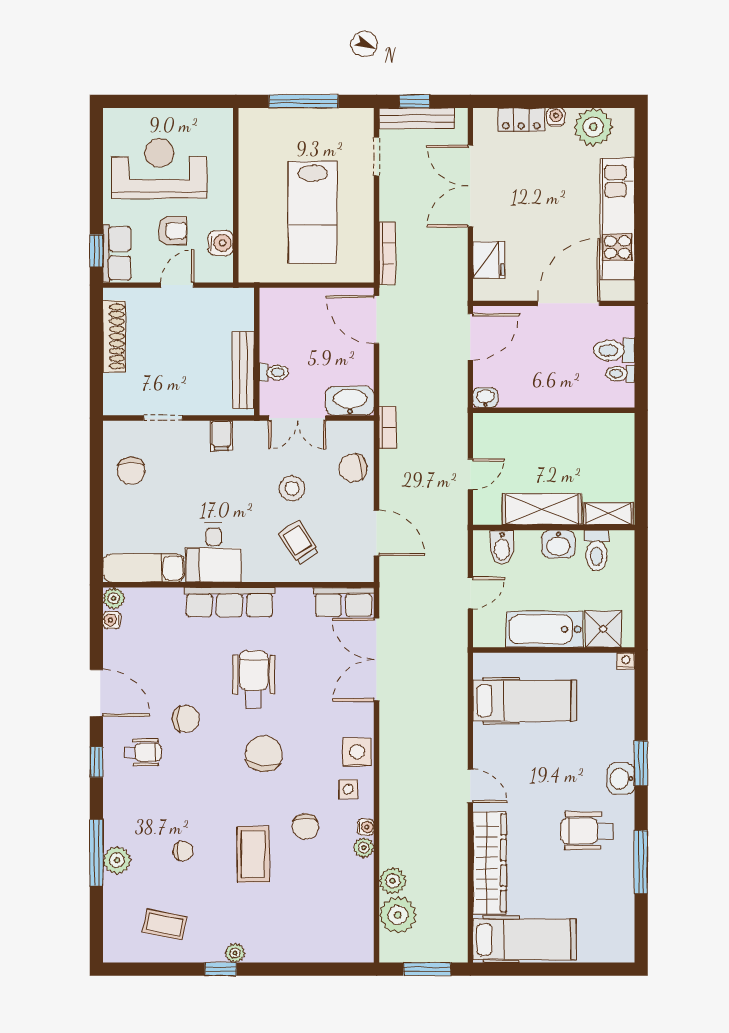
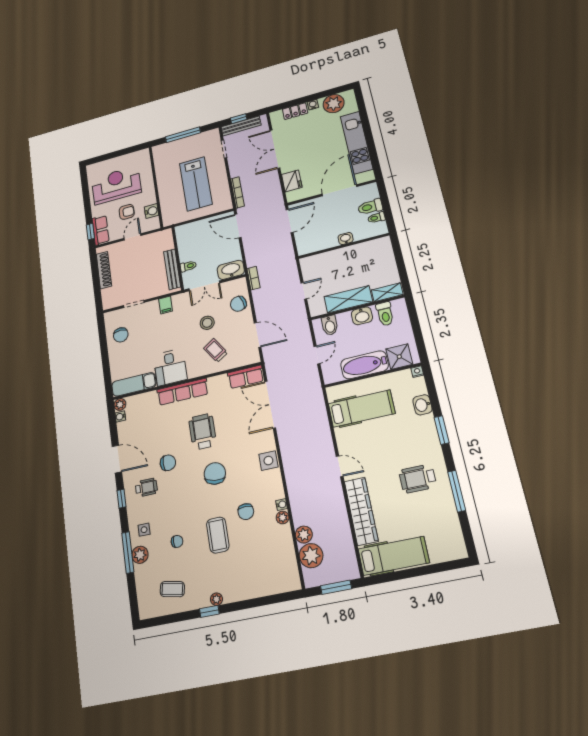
washbasin: (485, 398) -> (346, 239), moved
washbasin: (621, 779) -> (422, 405), moved
side table: (348, 789) -> (144, 530), moved

